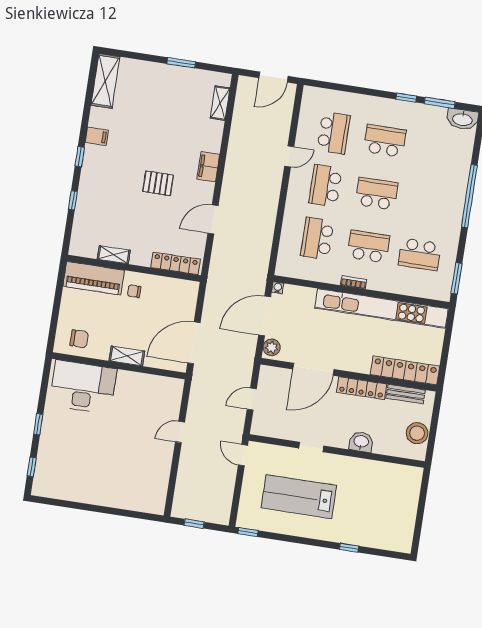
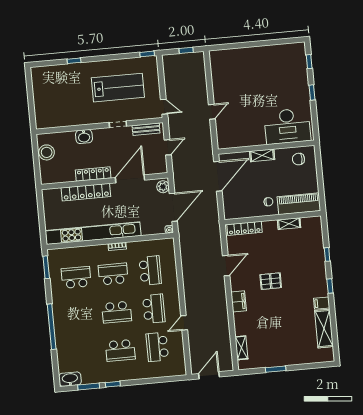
shelving: (105, 81) -> (324, 329), moved
school desk: (368, 246) -> (113, 274), turned 180
locker: (405, 370) -> (86, 192), moved
bench: (406, 394) -> (146, 129), moved

